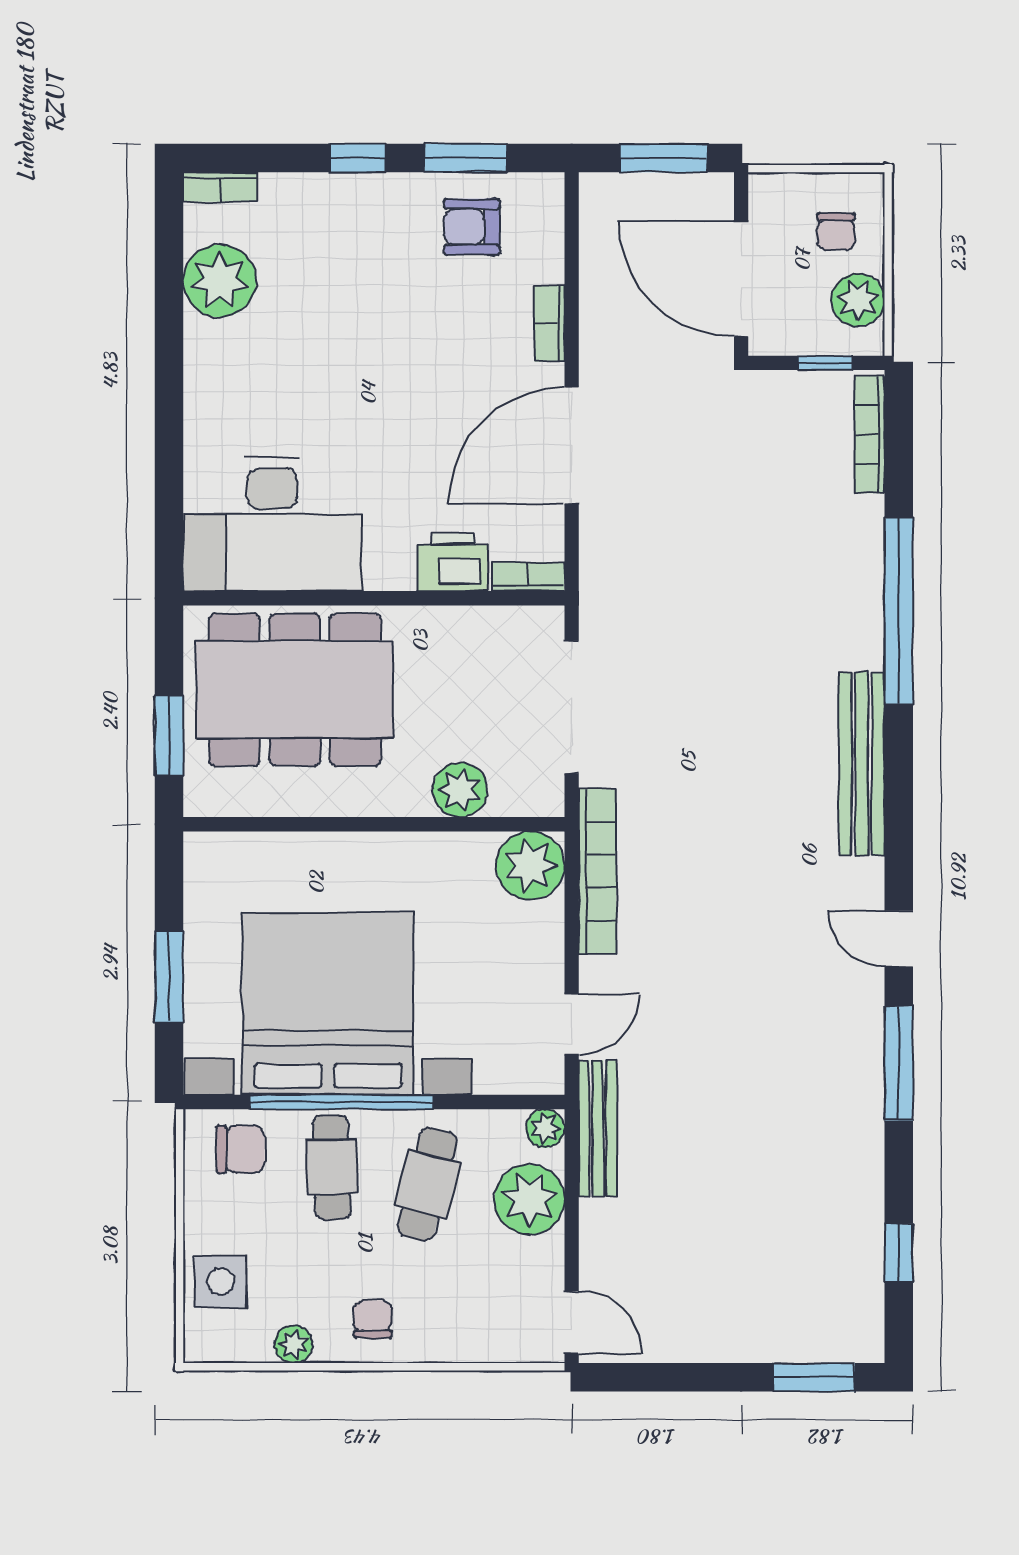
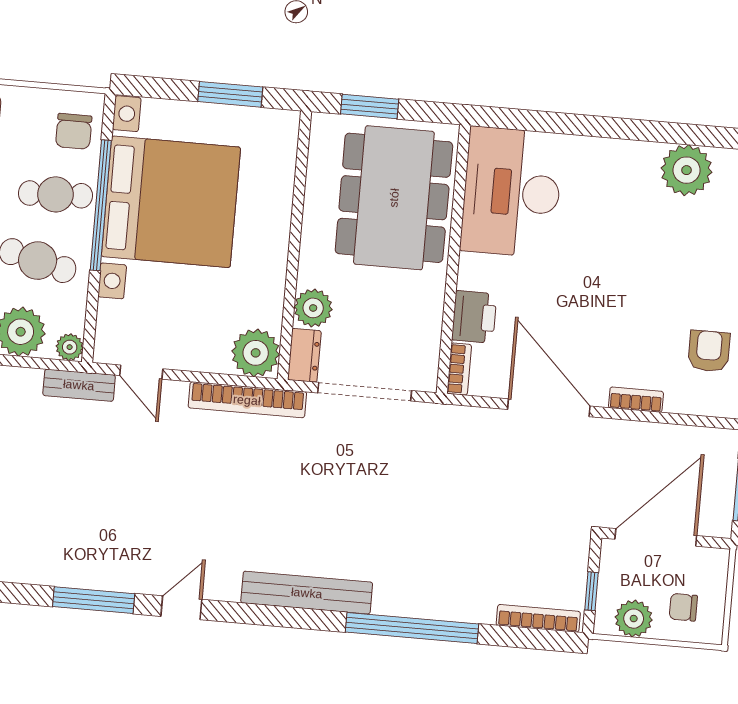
dresser: (528, 796) -> (304, 355), added
window: (169, 977) -> (230, 94), moved
bench: (598, 1128) -> (79, 385), width x0.73

